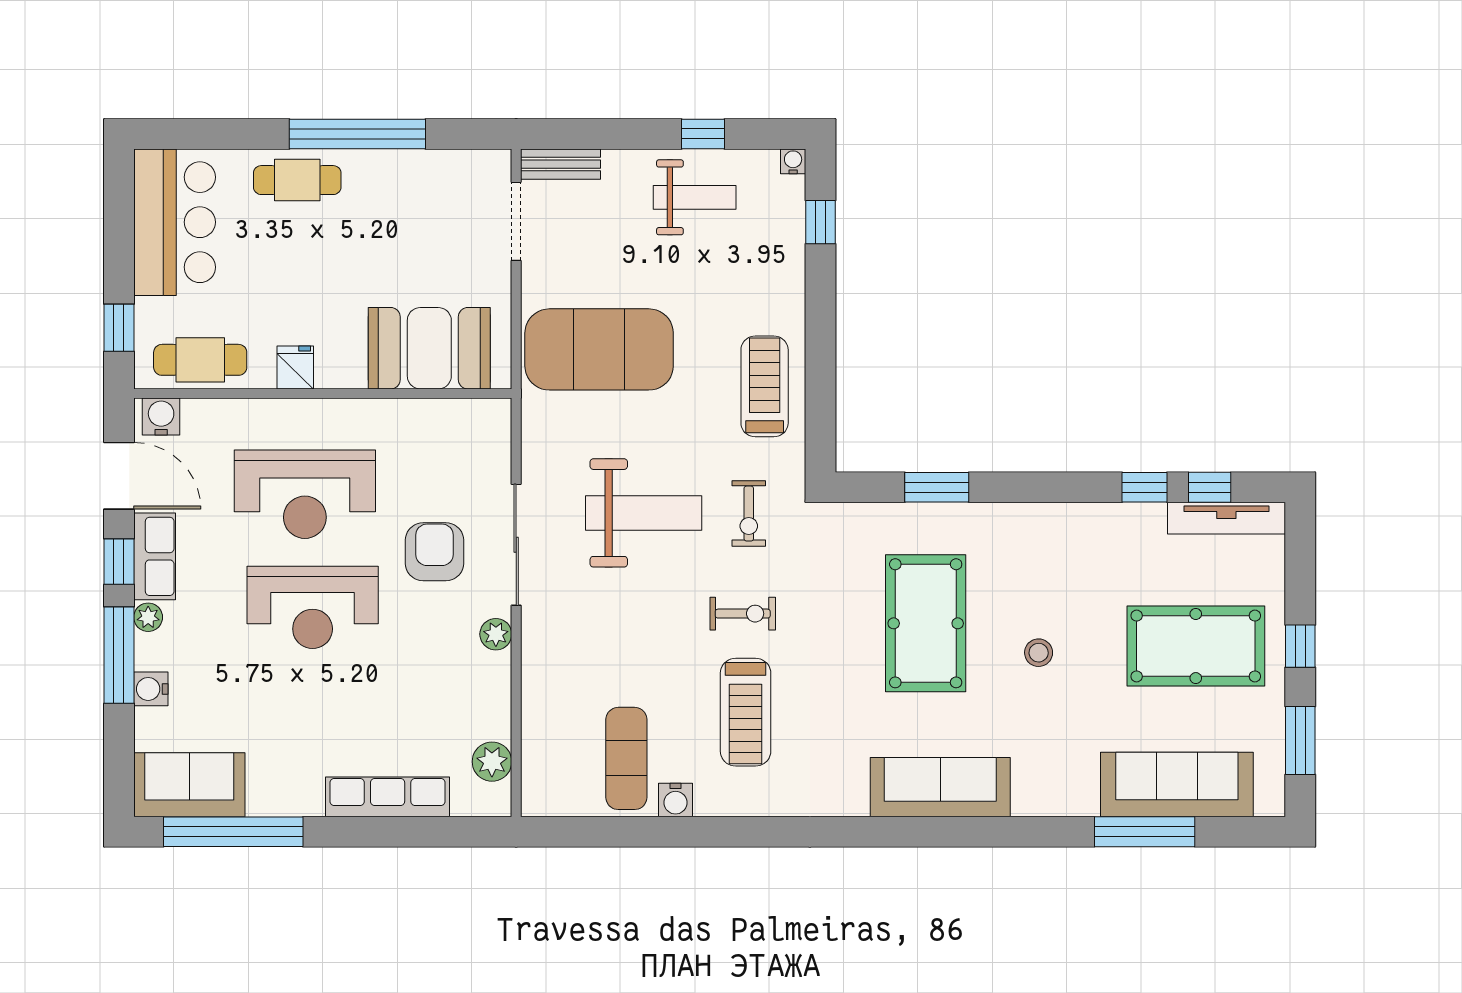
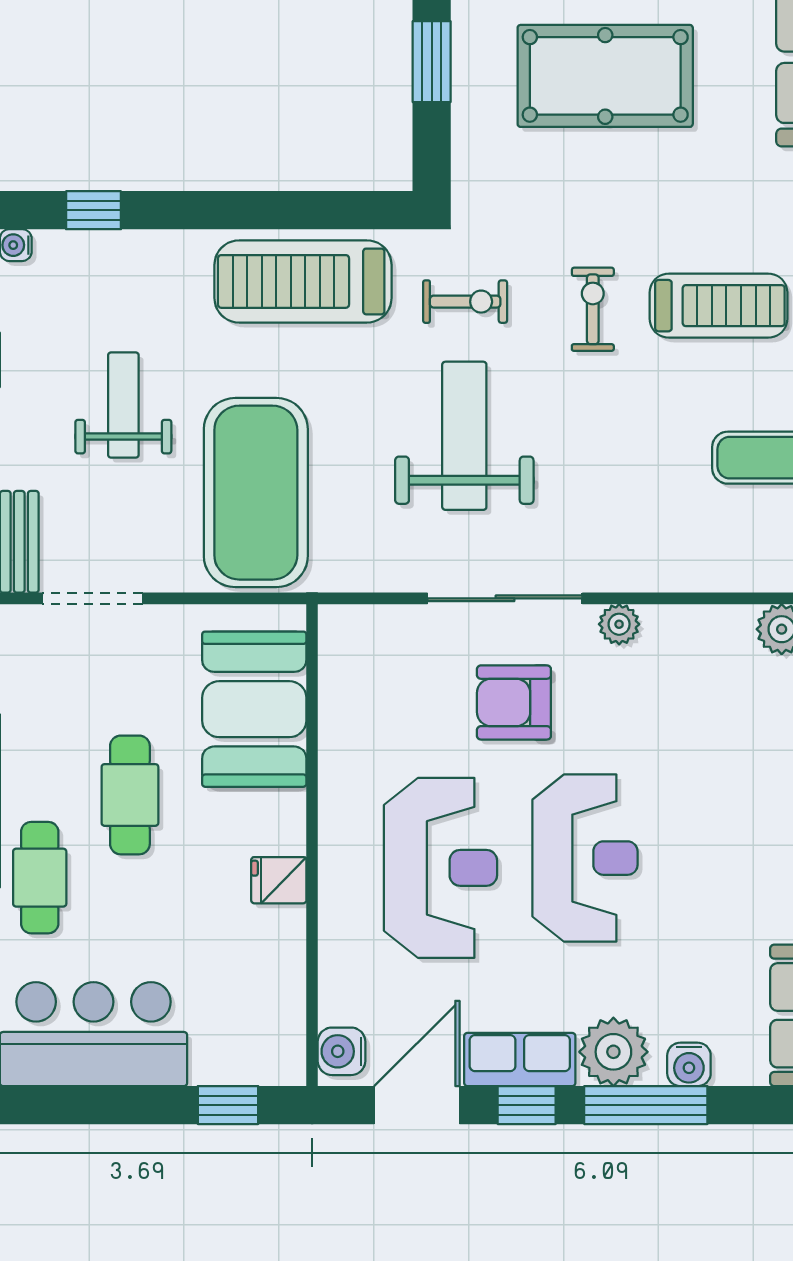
weight bench: (695, 197) -> (123, 405), moved
cafe table: (200, 360) -> (130, 795), moved
treadmill: (765, 386) -> (303, 281), width x1.37, depth x1.38
plant: (148, 617) -> (613, 1052), width x1.87, depth x1.87

